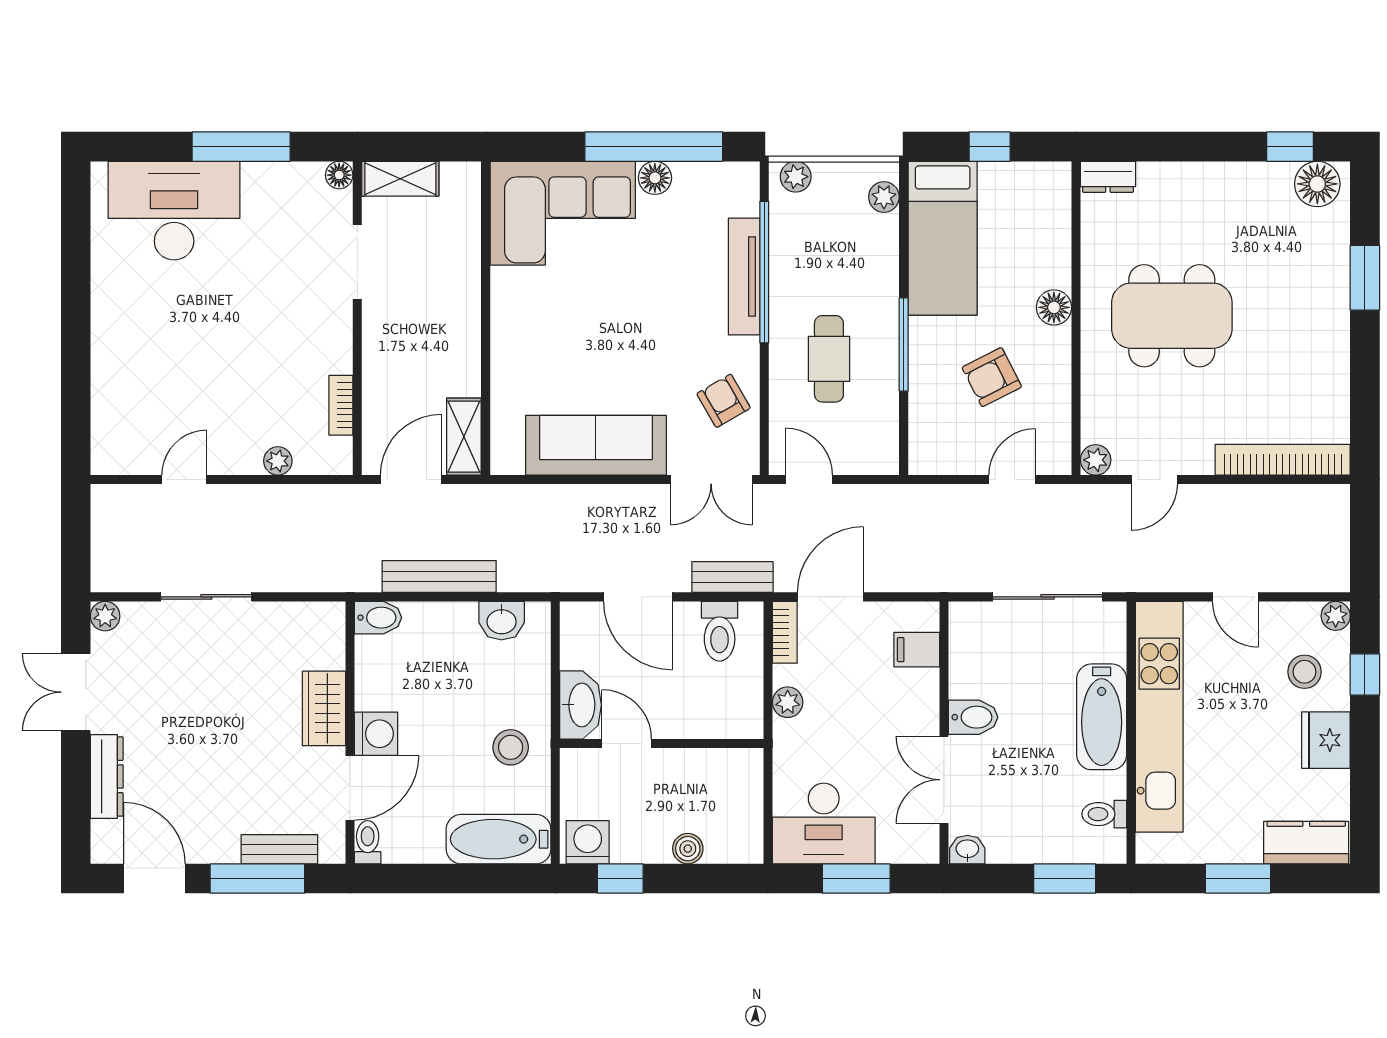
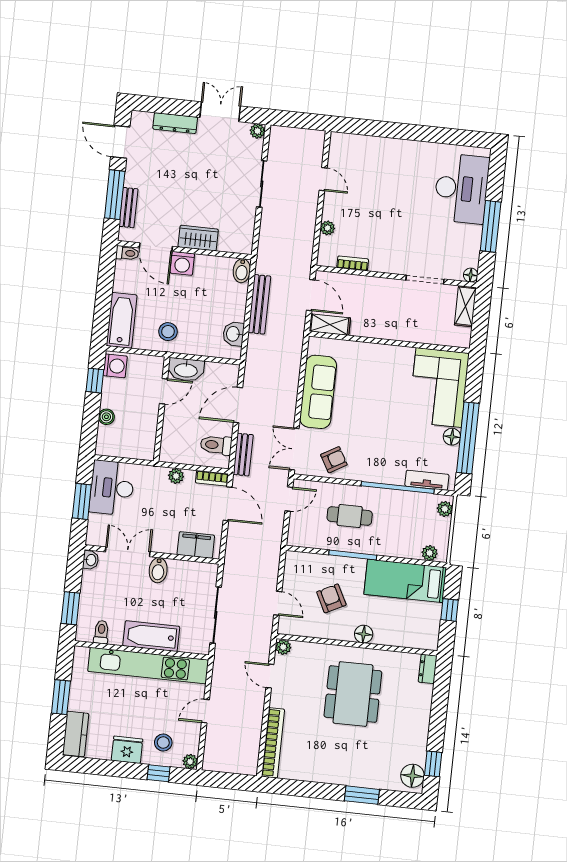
tv unit: (744, 277) -> (427, 480), moved, width x0.71
filing cabinet: (917, 650) -> (196, 545), width x2.00
door: (154, 878) -> (120, 142), swing flipped

